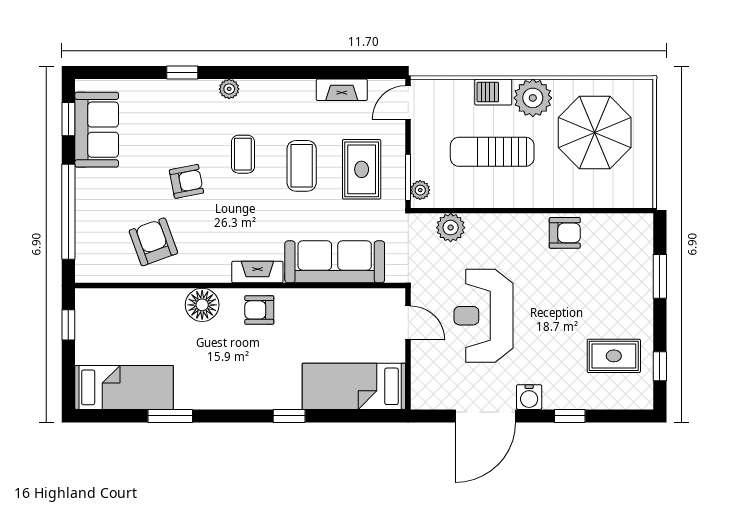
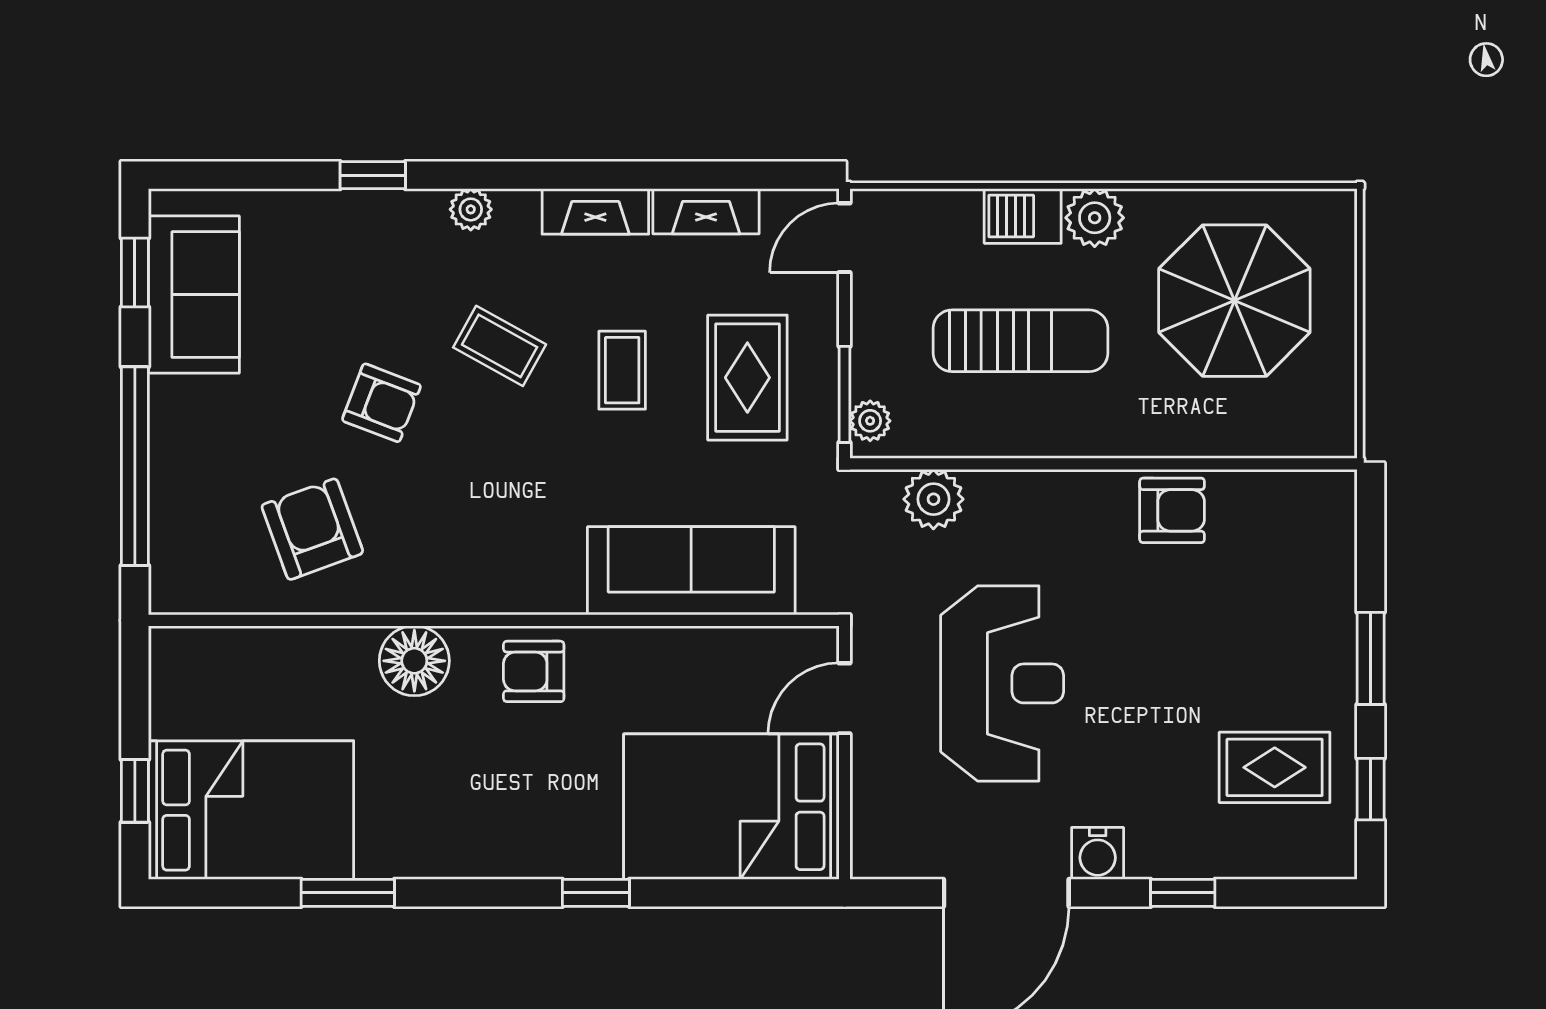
plant: (533, 98) -> (1095, 218), width x0.73, depth x0.73
sun lounger: (492, 152) -> (1020, 341), turned 180
coffee table: (243, 154) -> (500, 346), turned -61
coffee table: (302, 166) -> (622, 370), width x0.73, depth x0.77
armchair: (186, 181) -> (381, 403), turned 32
fireplace: (257, 272) -> (595, 211), moved, turned 180
window: (660, 276) -> (1371, 658), moved
reception desk: (483, 316) -> (1002, 683), turned 180
door: (408, 323) -> (845, 698), swing flipped
window: (68, 325) -> (135, 791), moved
bed: (354, 386) -> (731, 807), width x1.50
bed: (124, 387) -> (251, 810), width x1.50

